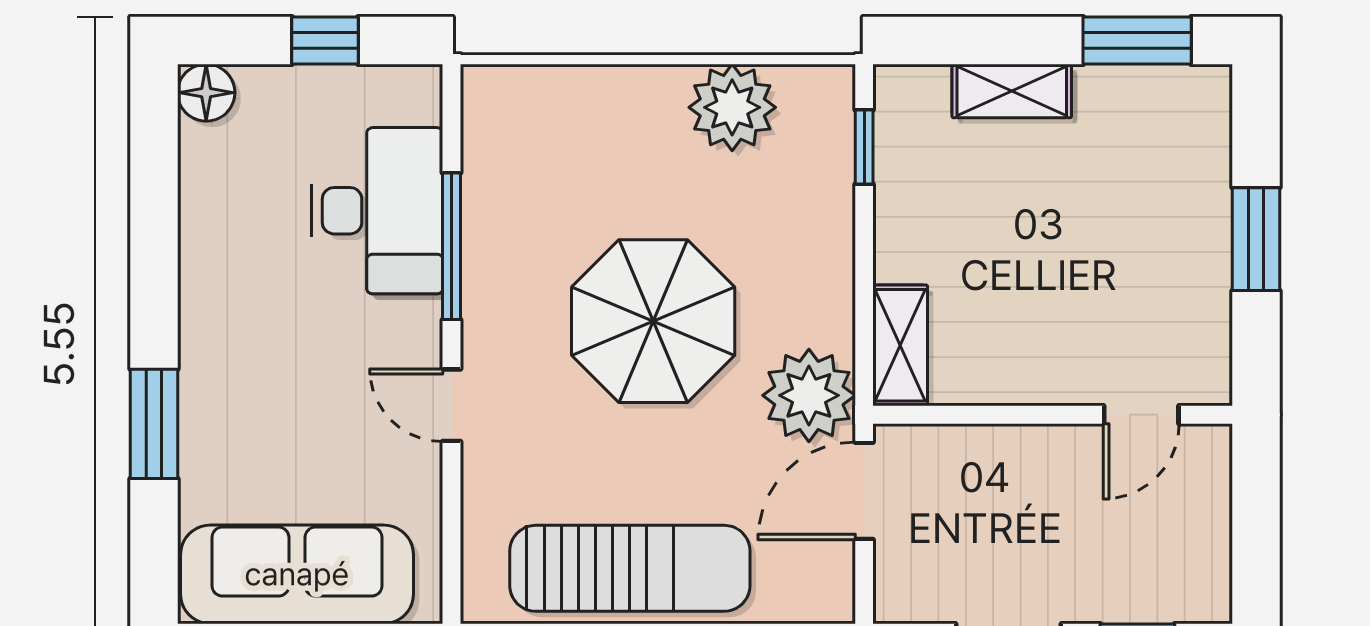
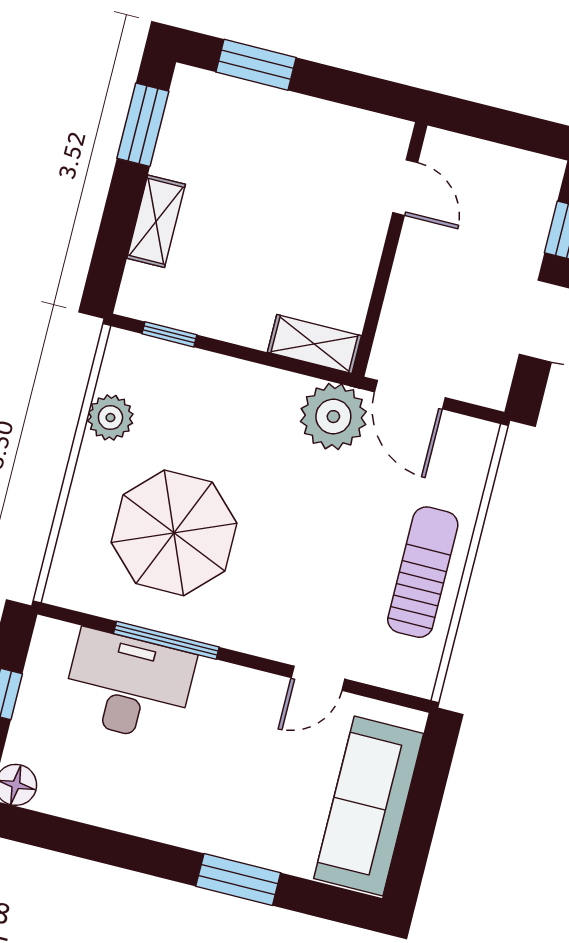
plant: (732, 107) -> (110, 418), width x0.73, depth x0.73
window: (1256, 239) -> (256, 65), moved
parasol: (653, 321) -> (174, 533), moved
door: (452, 405) -> (318, 678), moved
sun lounger: (630, 568) -> (423, 572), width x0.73, depth x0.75

